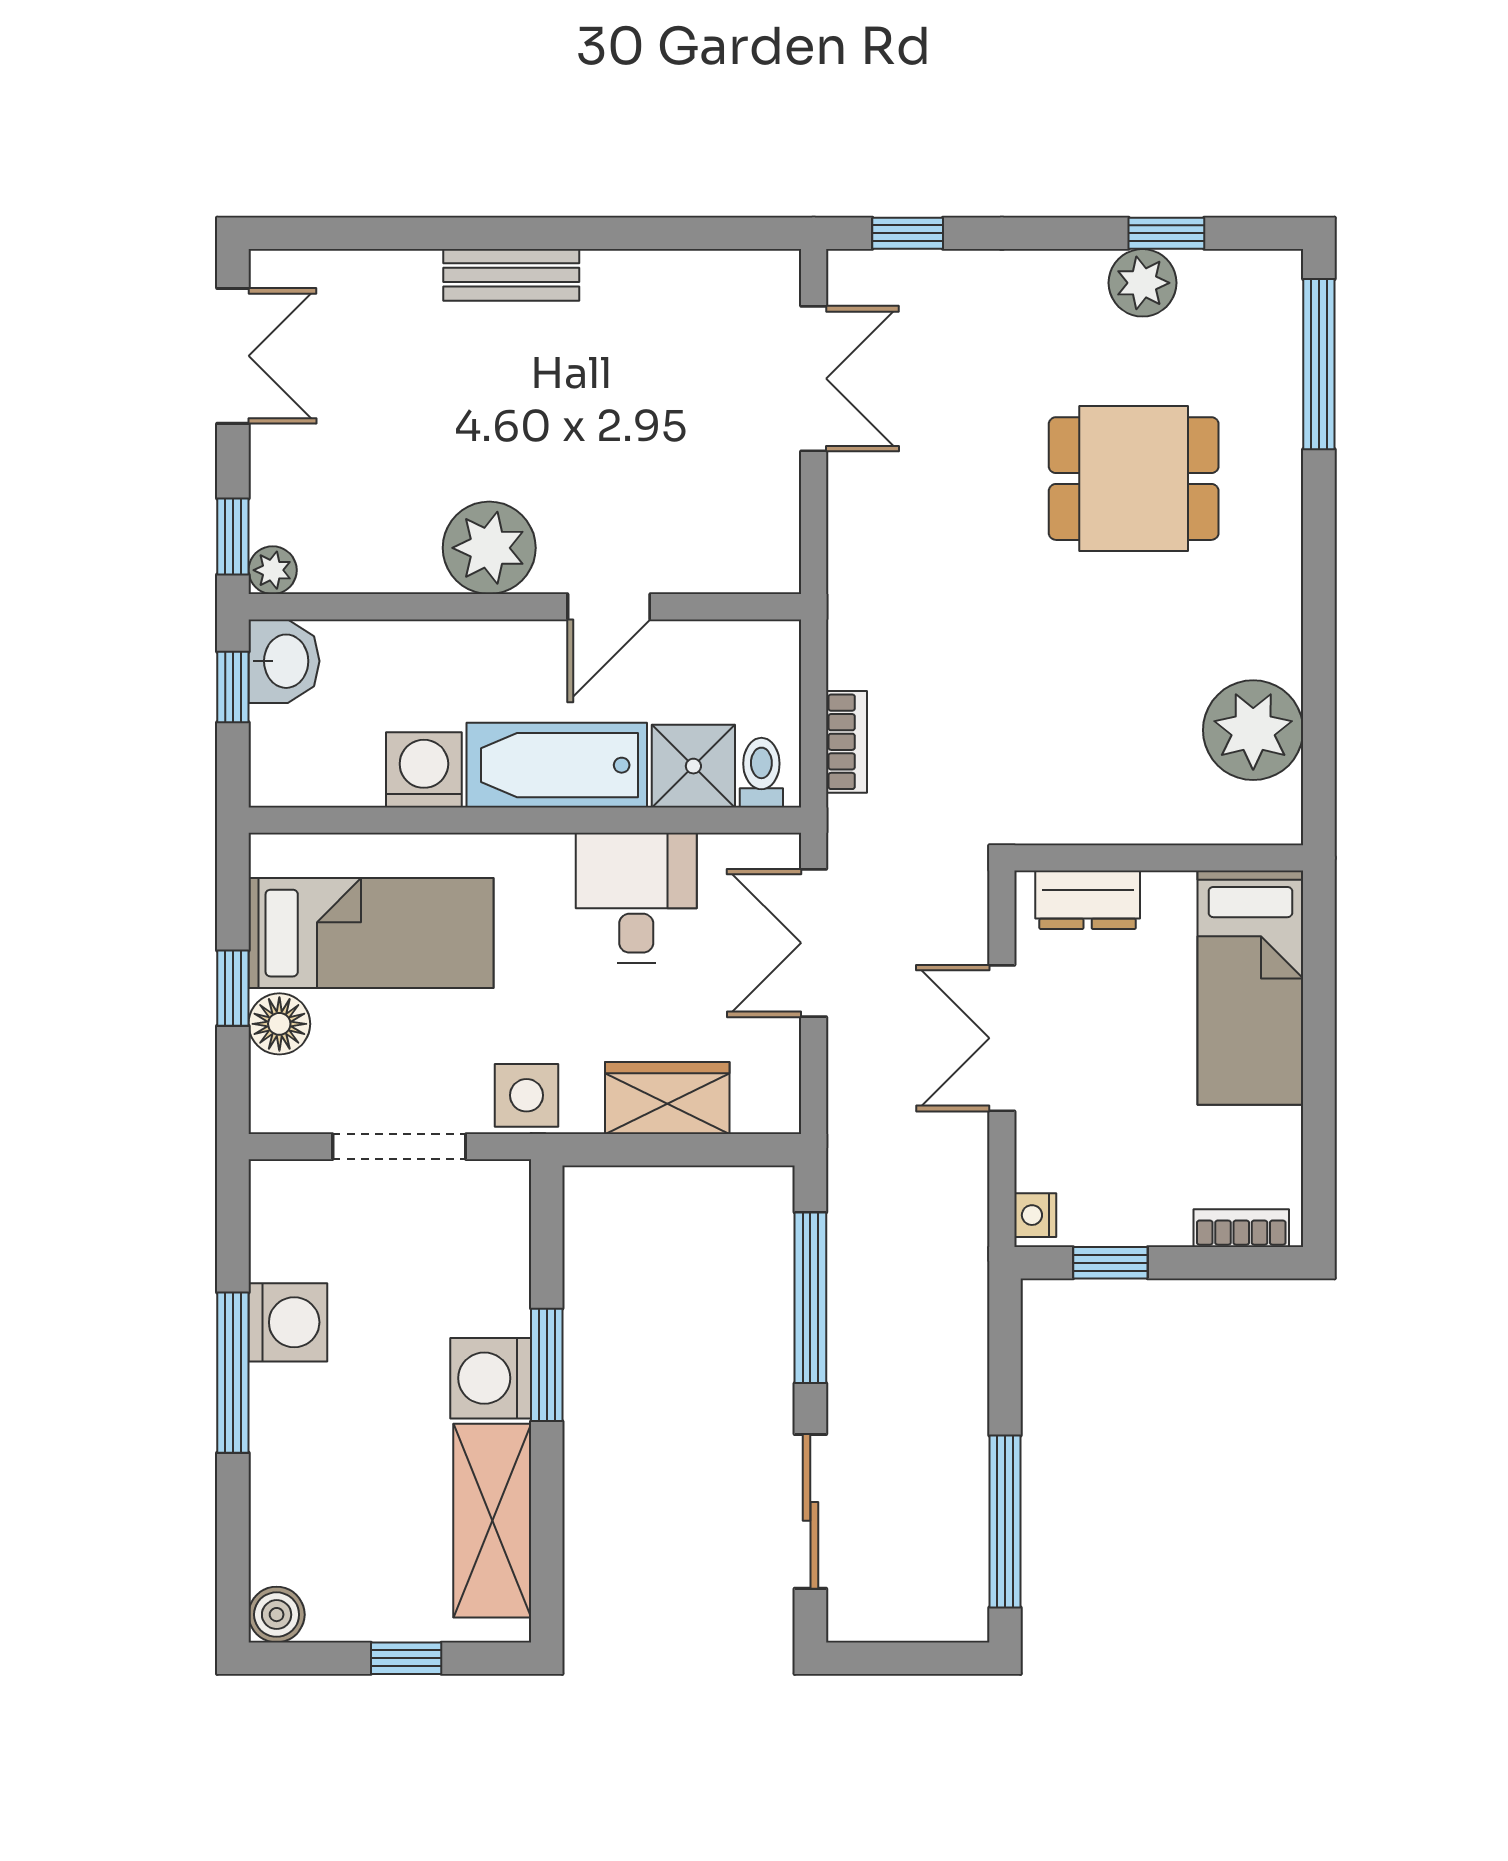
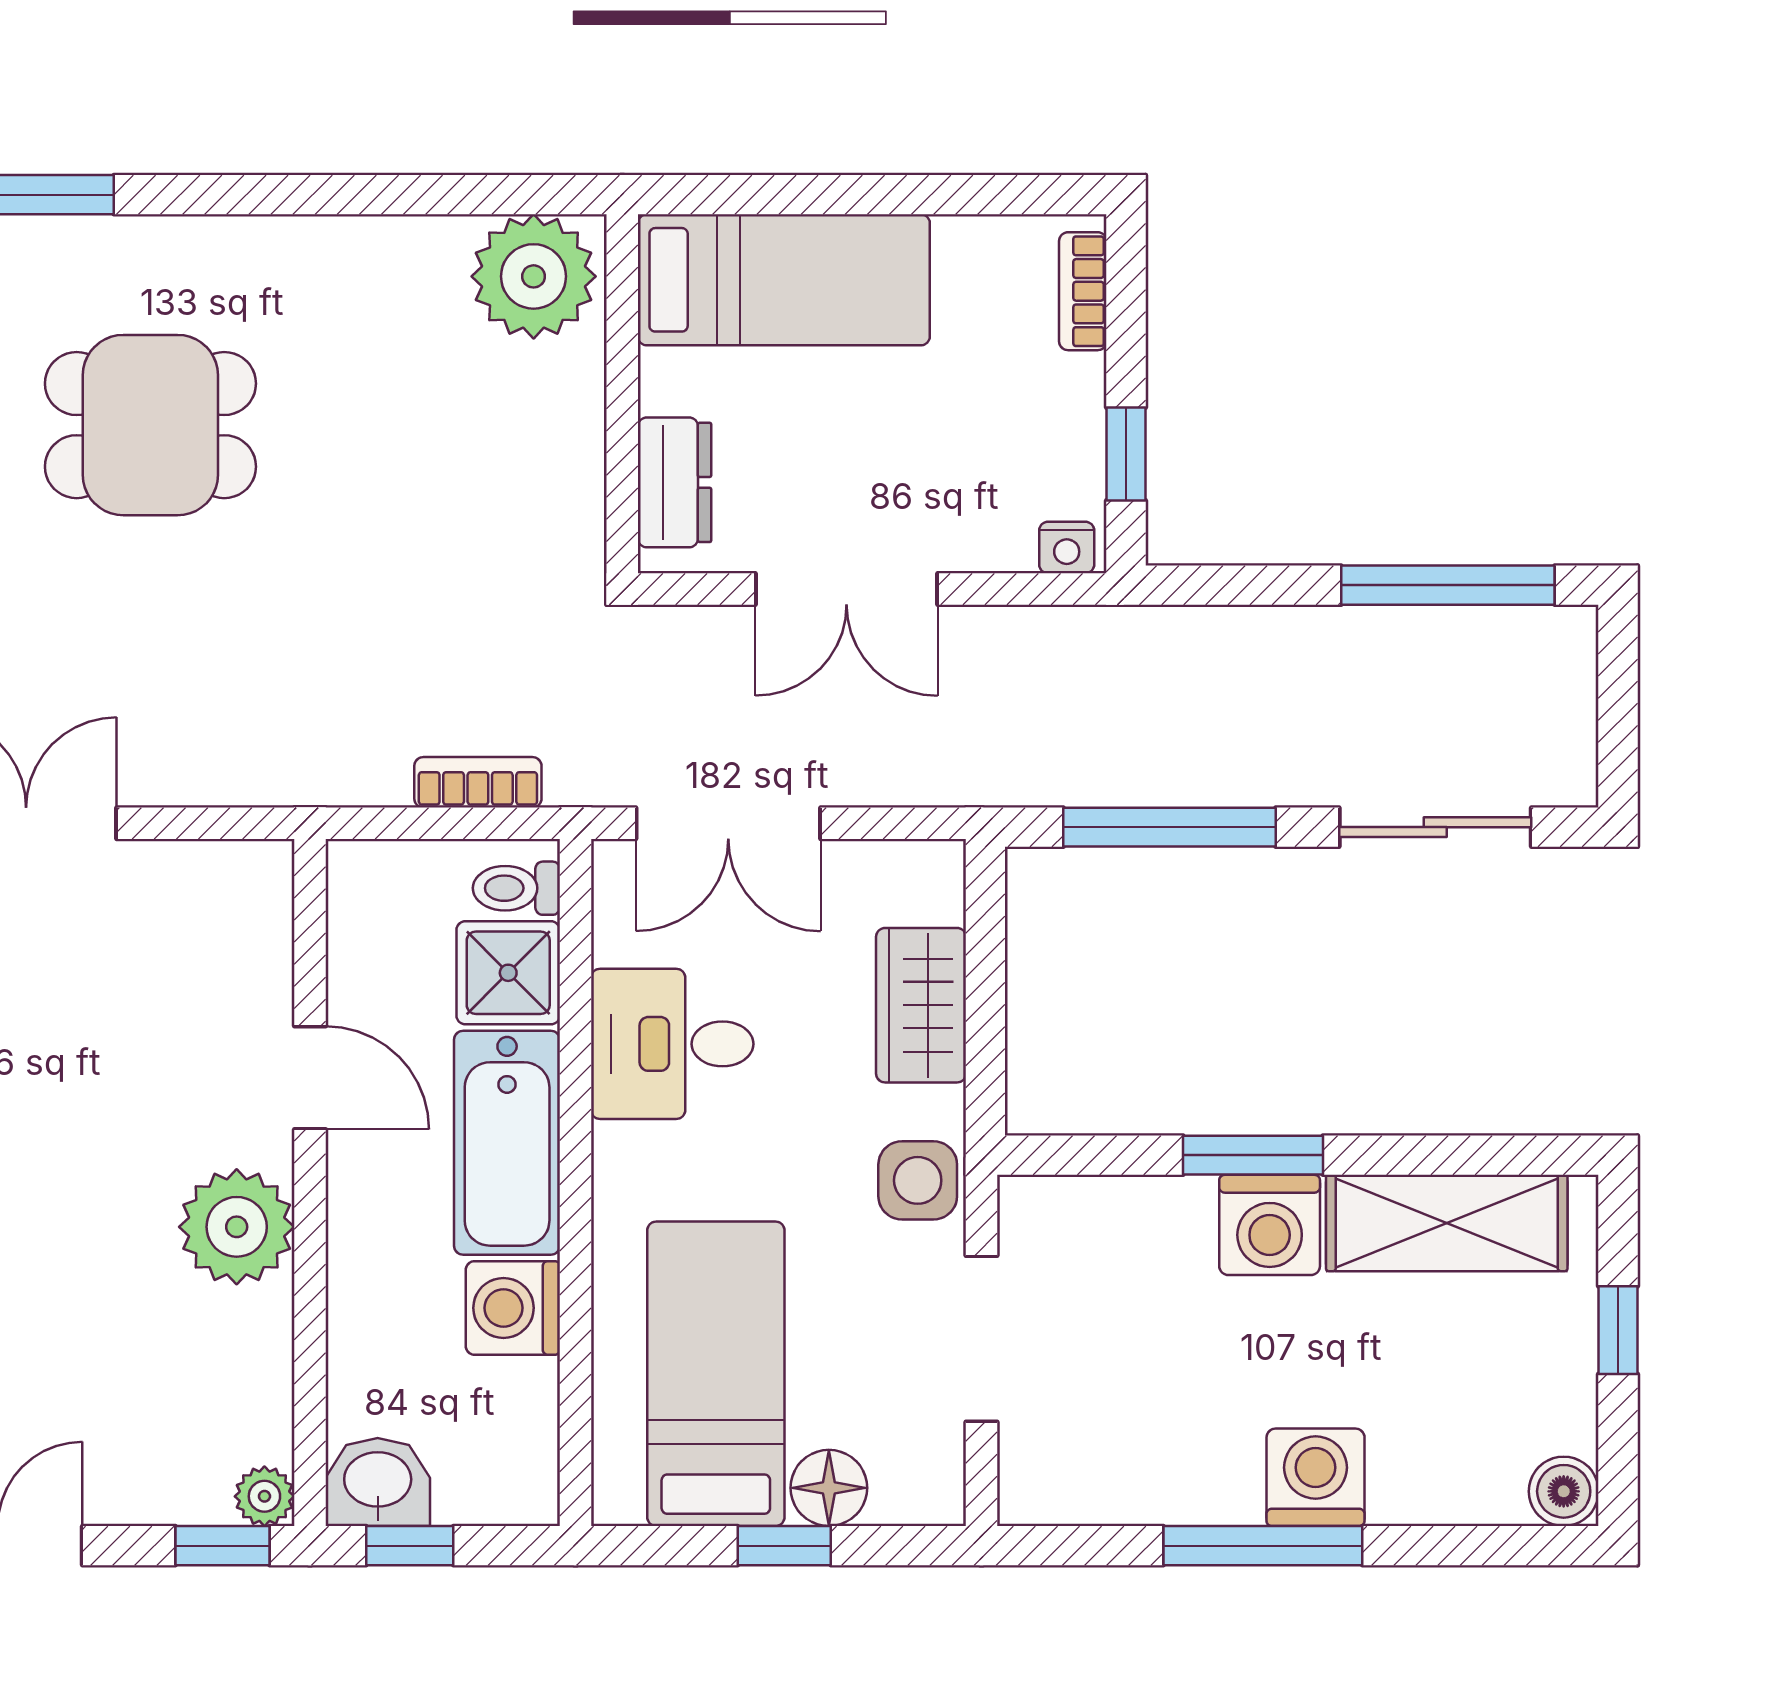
dining table: (1134, 479) -> (150, 425), turned 90
plant: (1253, 730) -> (534, 276), moved
washing machine: (288, 1322) -> (1316, 1477), moved

